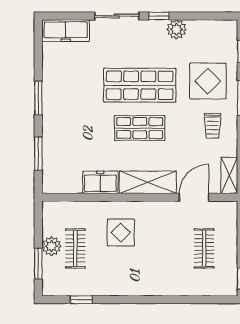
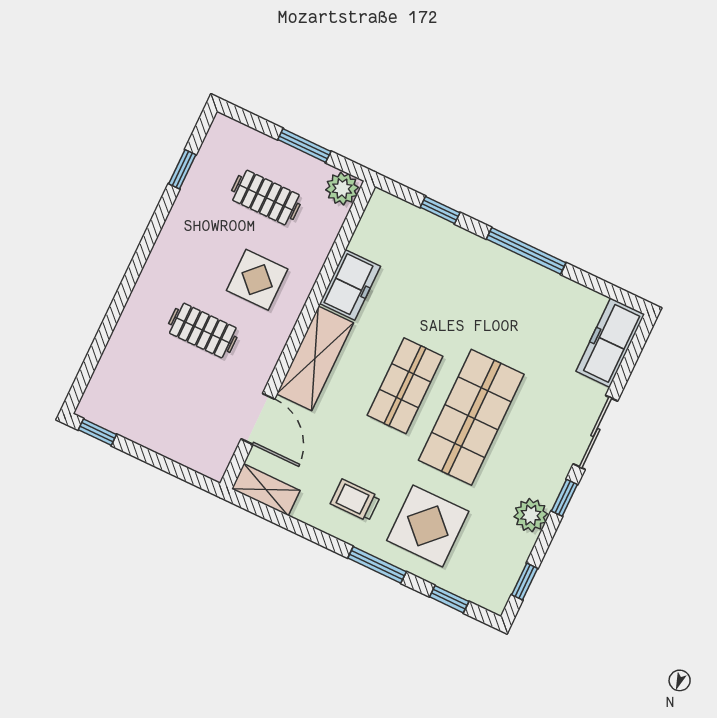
window: (213, 16) -> (525, 582), added
window: (38, 98) -> (526, 251), width x1.44
window: (38, 154) -> (440, 210), width x0.67
plant: (52, 246) -> (342, 189), moved
clothes rail: (204, 248) -> (203, 330), moved
window: (38, 264) -> (304, 146), moved

